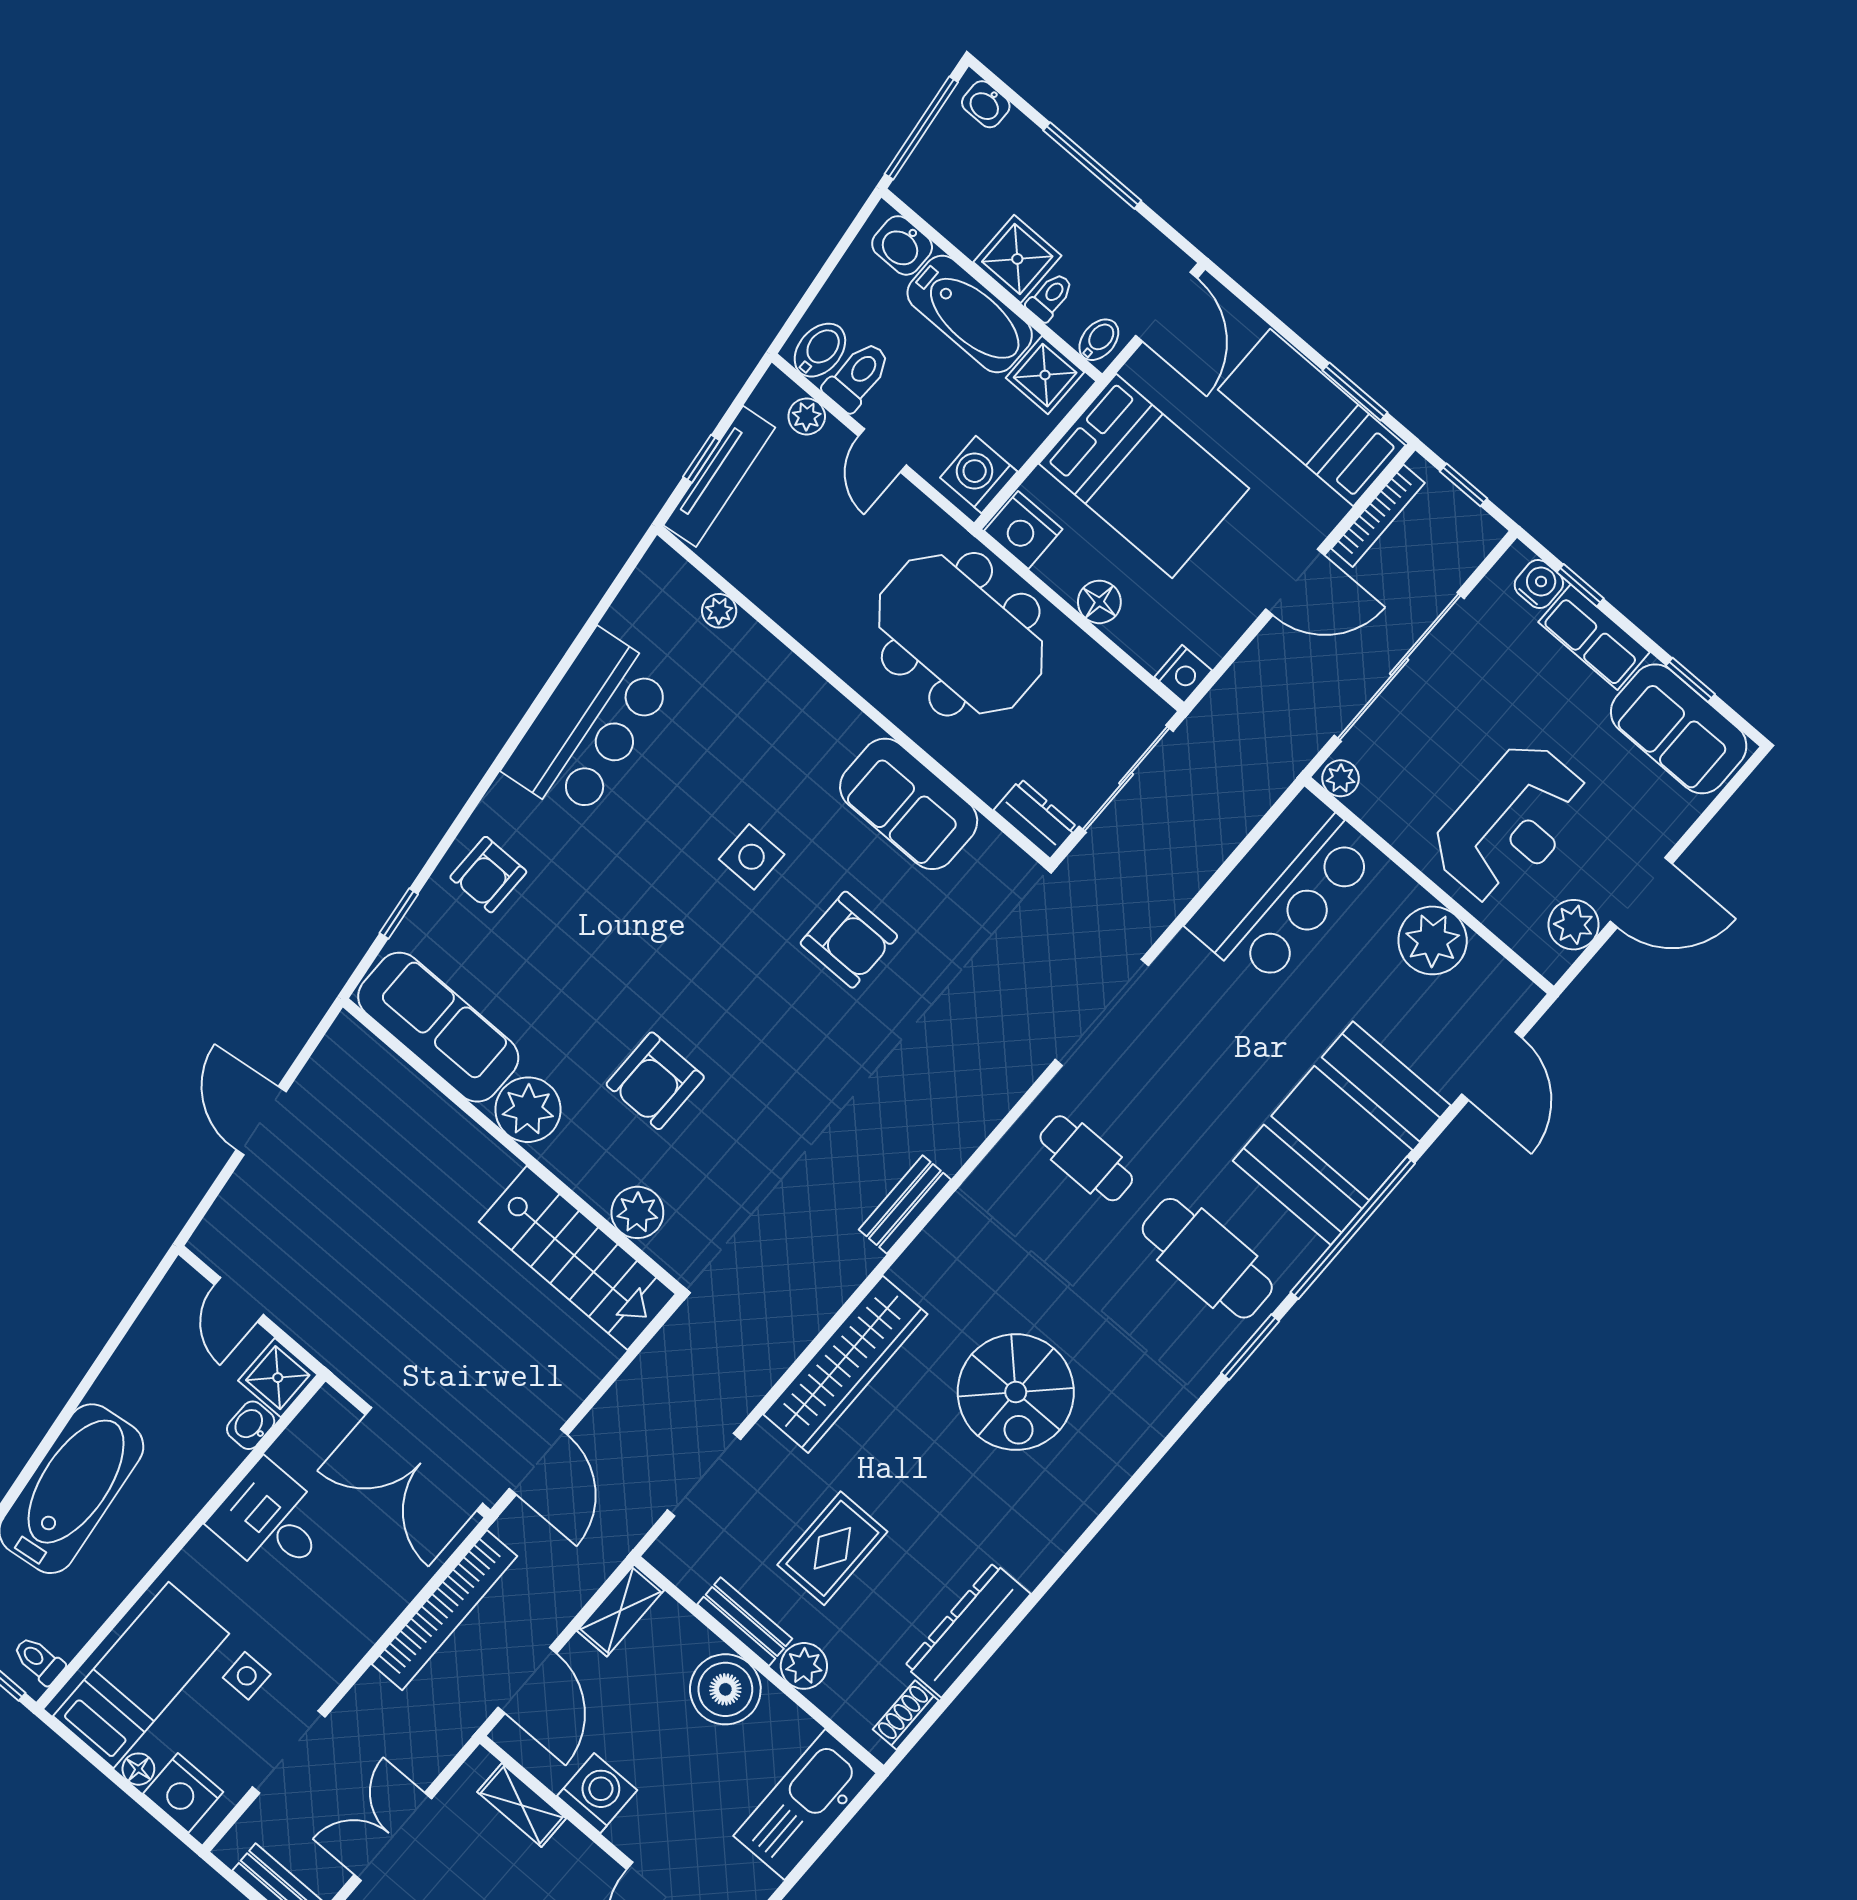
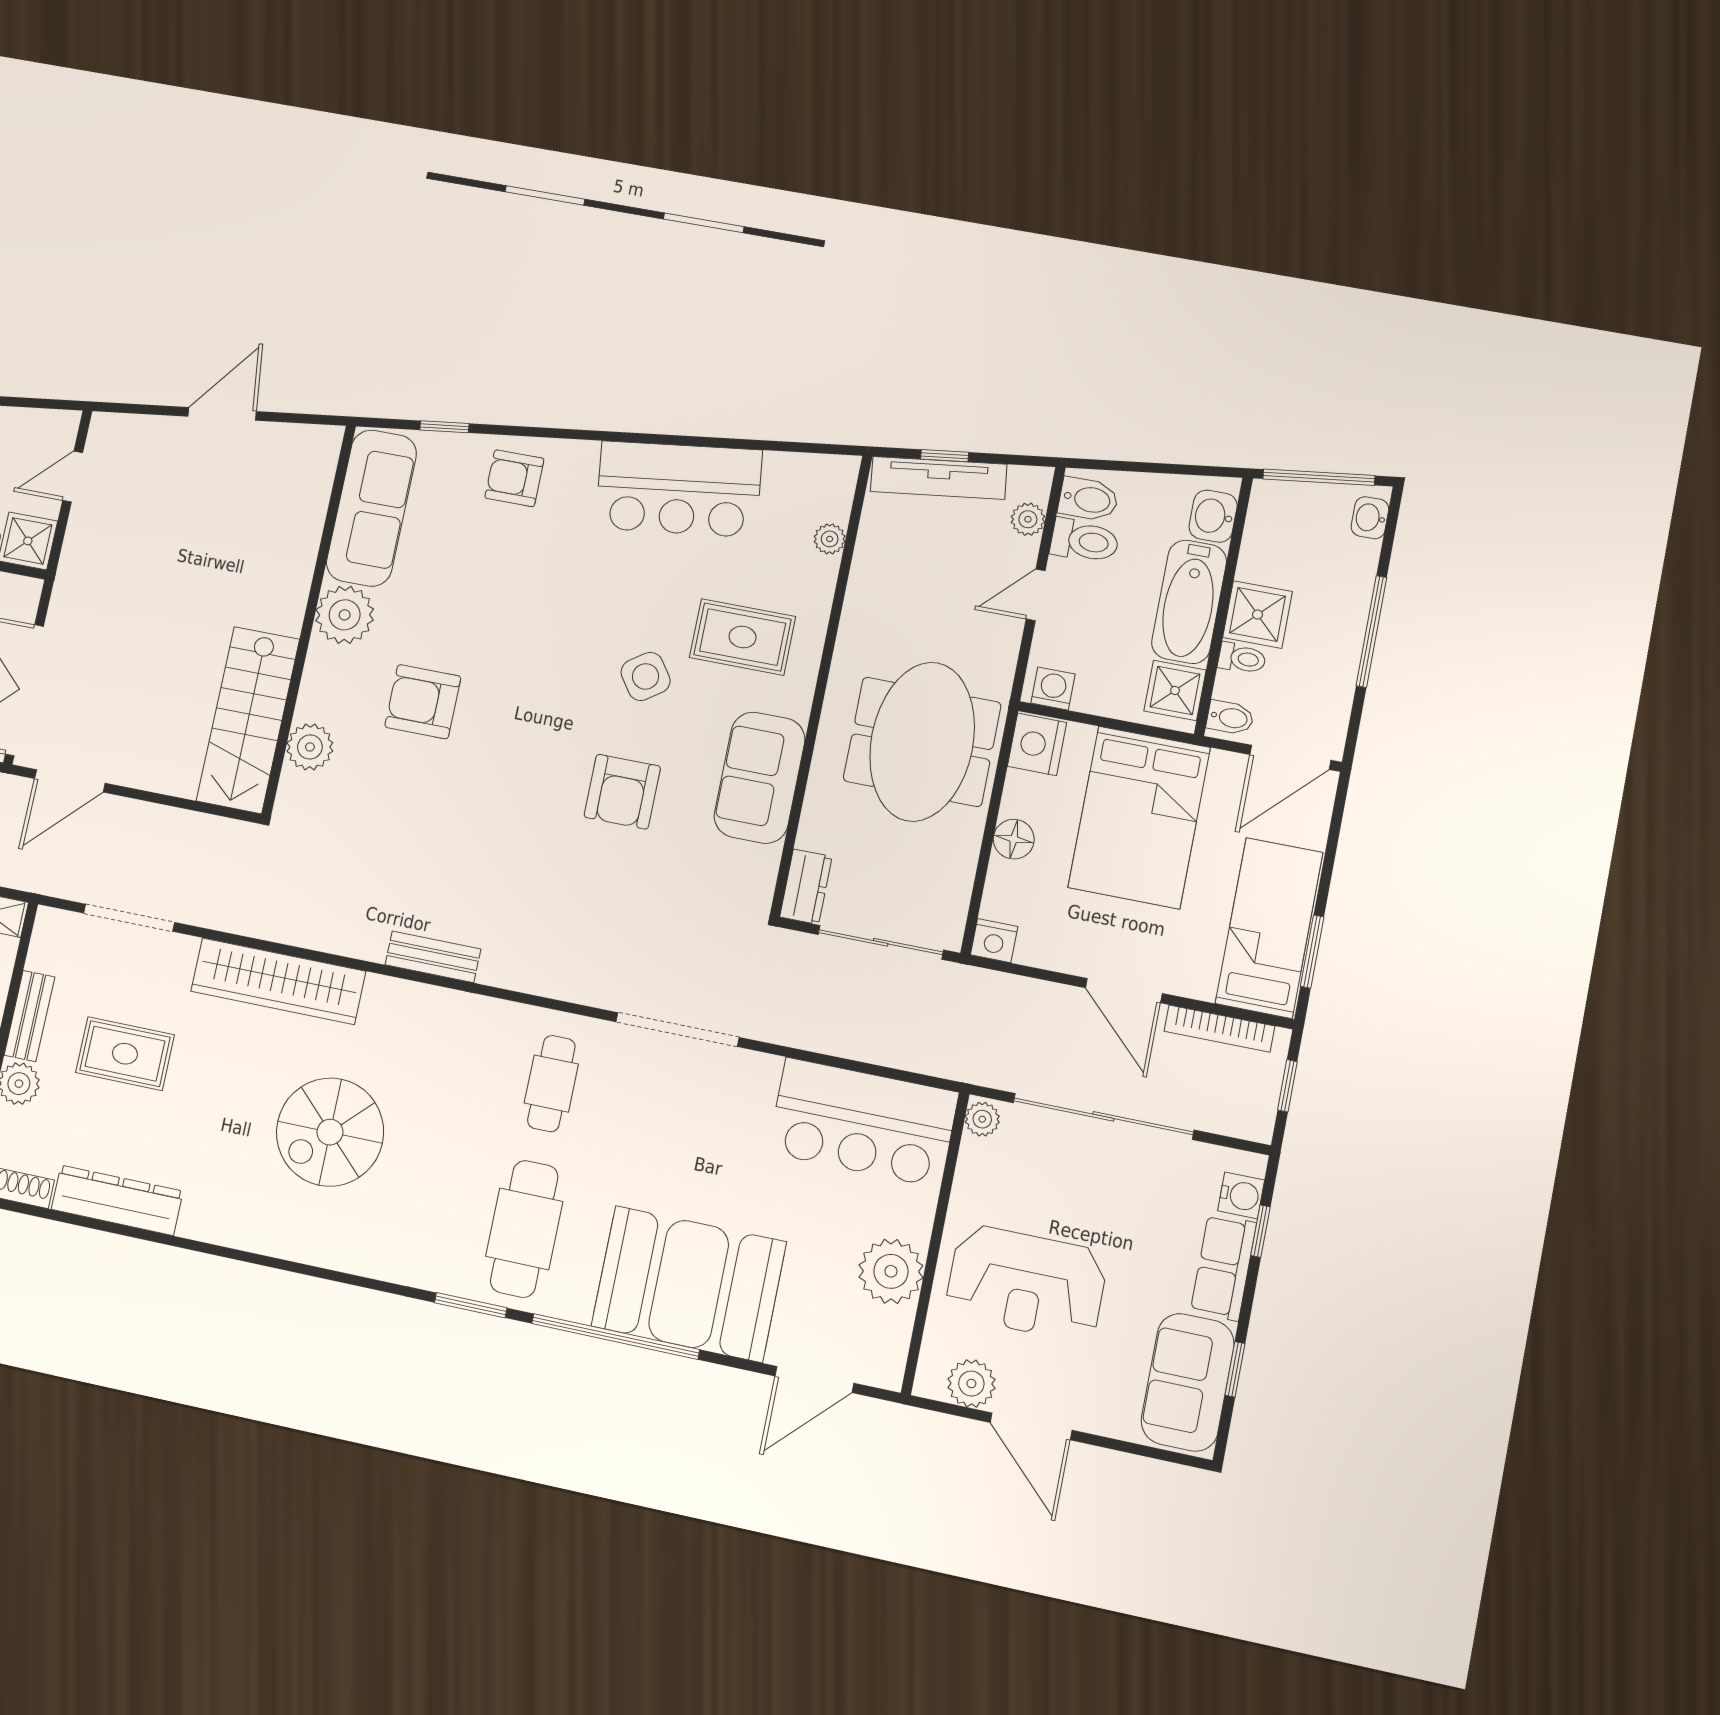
washing machine: (979, 475) -> (1053, 689), width x0.73, depth x0.73
rug: (766, 745) -> (743, 637), added
side table: (752, 857) -> (646, 676), turned -35

